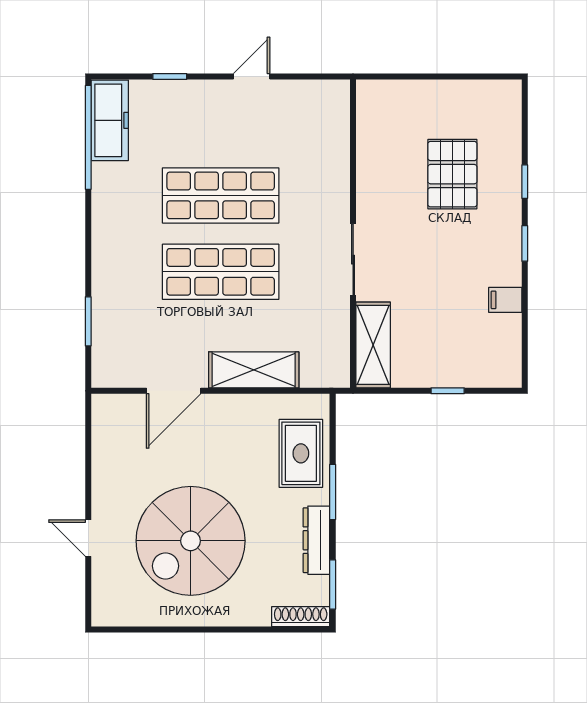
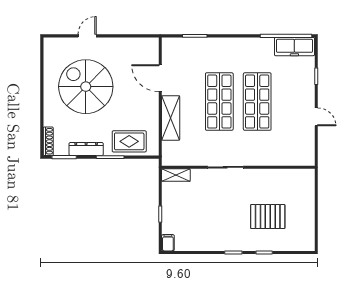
filing cabinet: (505, 300) -> (168, 243), moved
shelving: (373, 345) -> (176, 175), width x0.67, depth x0.75

